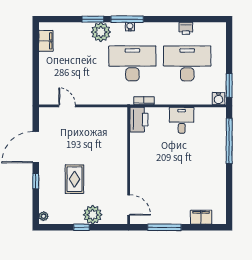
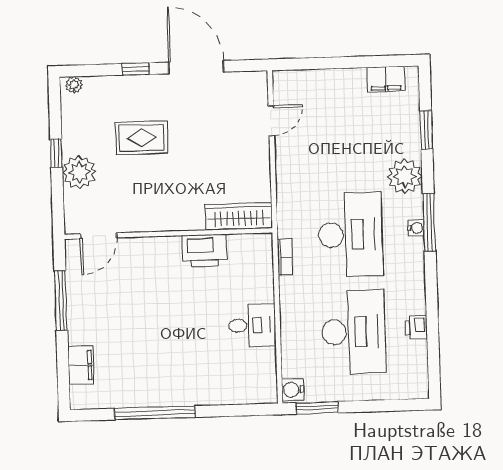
window: (93, 19) -> (426, 130), moved
printer: (139, 120) -> (204, 251), moved
wardrobe: (120, 126) -> (239, 216), added
window: (229, 141) -> (155, 413), moved

